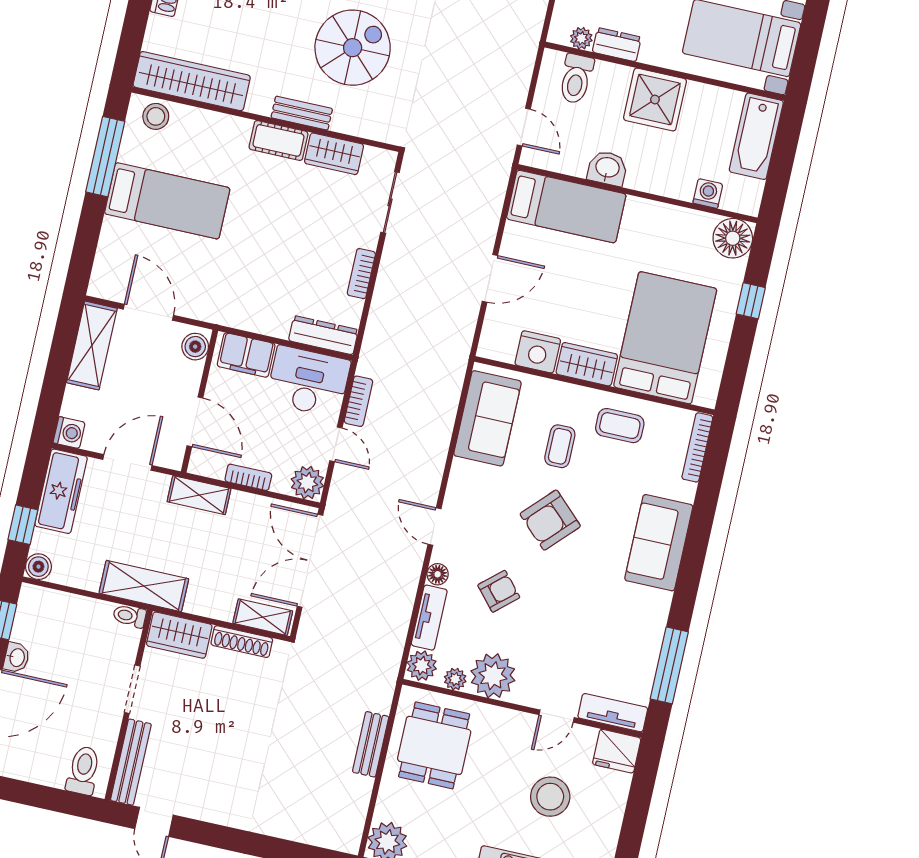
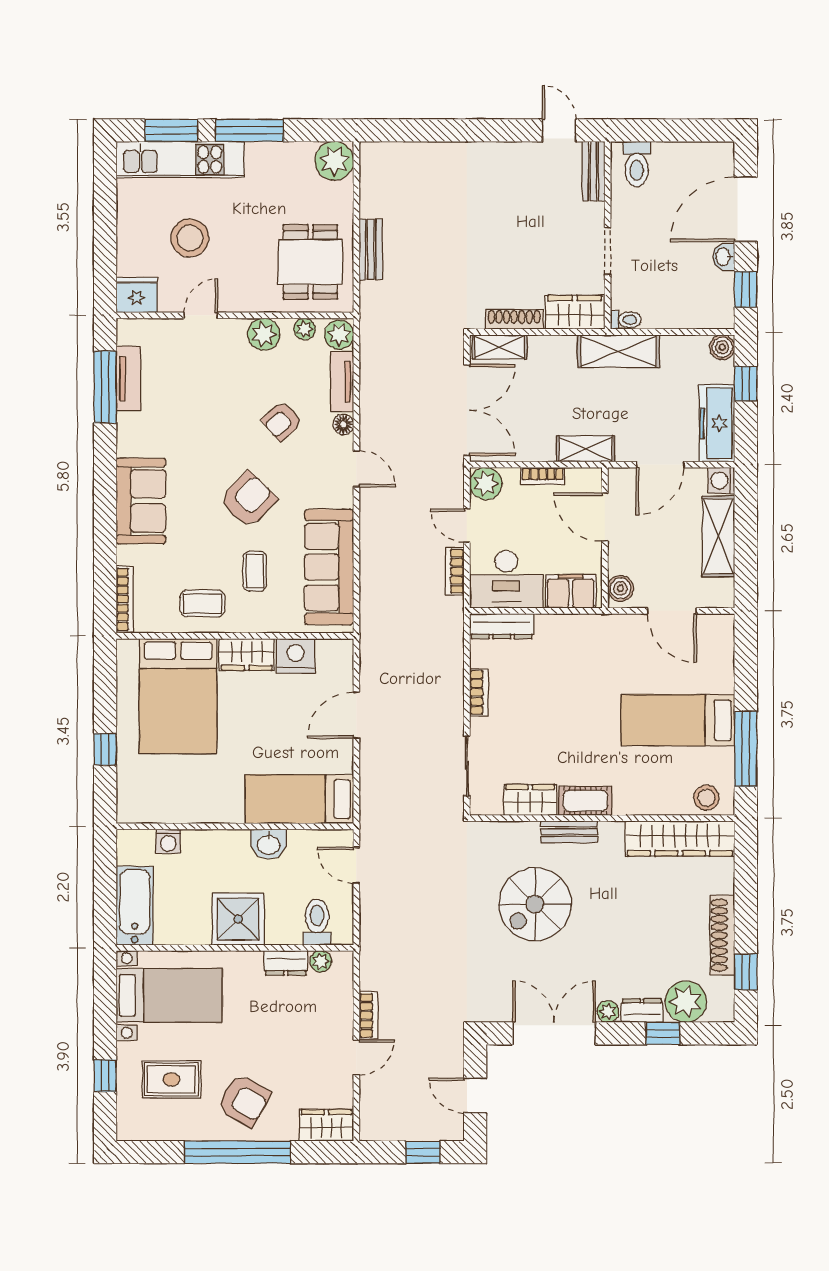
floor lamp: (733, 238) -> (135, 804), removed
shelving: (92, 345) -> (718, 536), moved
sofa: (487, 418) -> (329, 567), width x1.36
plant: (493, 676) -> (264, 334), width x0.73, depth x0.73
tv unit: (613, 713) -> (128, 378), moved, turned -90
bench: (131, 762) -> (594, 171), width x0.73

